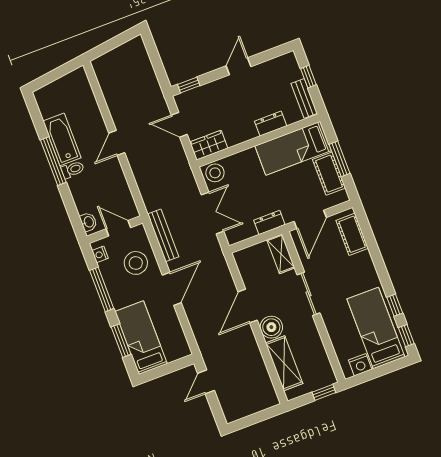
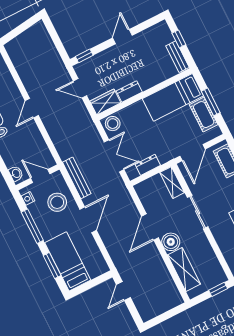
dresser: (271, 124) -> (129, 91), moved
dresser: (269, 223) -> (148, 165), moved

